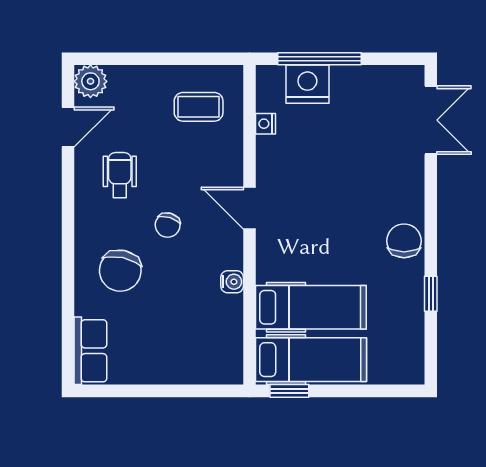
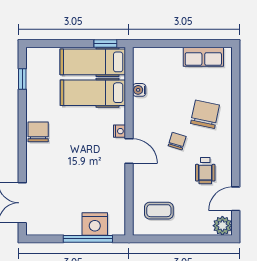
nightstand: (265, 124) -> (120, 131), moved
chair: (404, 241) -> (38, 132), turned 180
water cooler: (232, 282) -> (139, 90), moved
window: (431, 294) -> (22, 79), moved
row of seats: (90, 351) -> (203, 57), moved, turned -90

